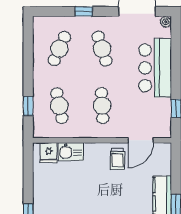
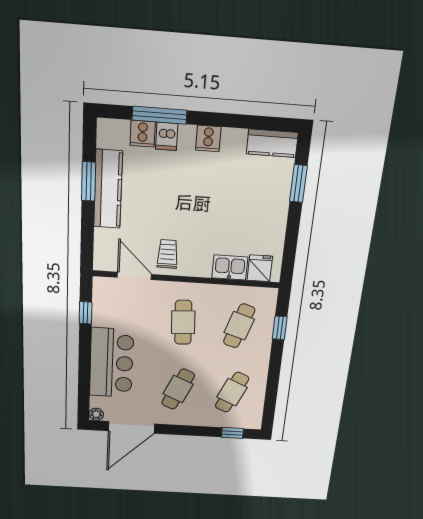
window: (84, 12) -> (232, 433), moved
cafe table: (102, 49) -> (178, 389), turned 42
cafe table: (59, 106) -> (239, 326), turned 30
door: (141, 140) -> (134, 276), hinge flipped

